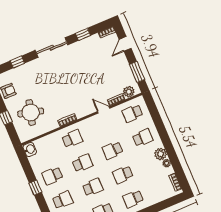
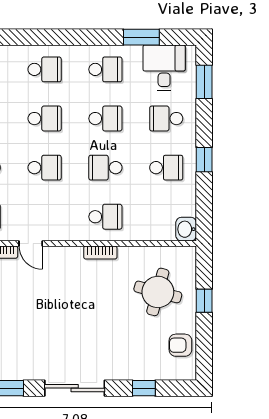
school desk: (72, 139) -> (105, 217), turned 180
school desk: (93, 187) -> (105, 119), turned 180

